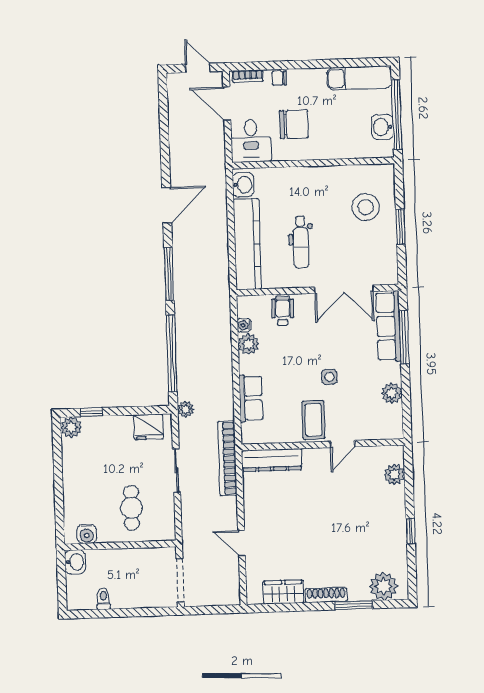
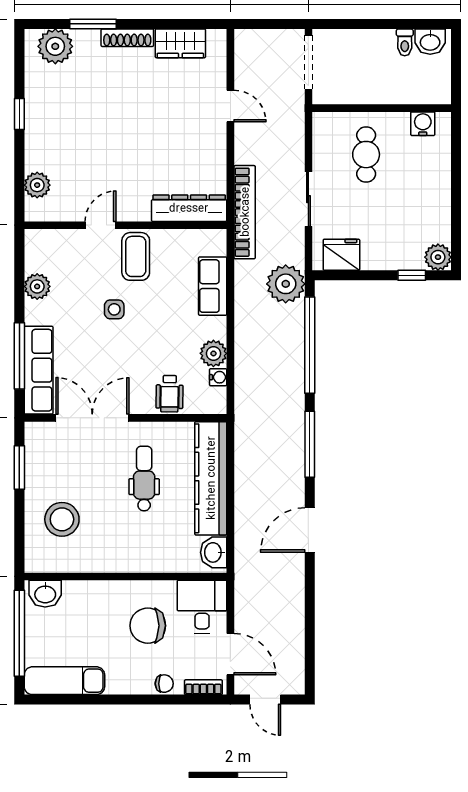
washbasin: (382, 127) -> (45, 594), moved, turned 90
window: (400, 227) -> (19, 467), moved
plant: (186, 409) -> (286, 284), width x1.88, depth x1.88
washbasin: (75, 562) -> (430, 42), moved, turned -90

